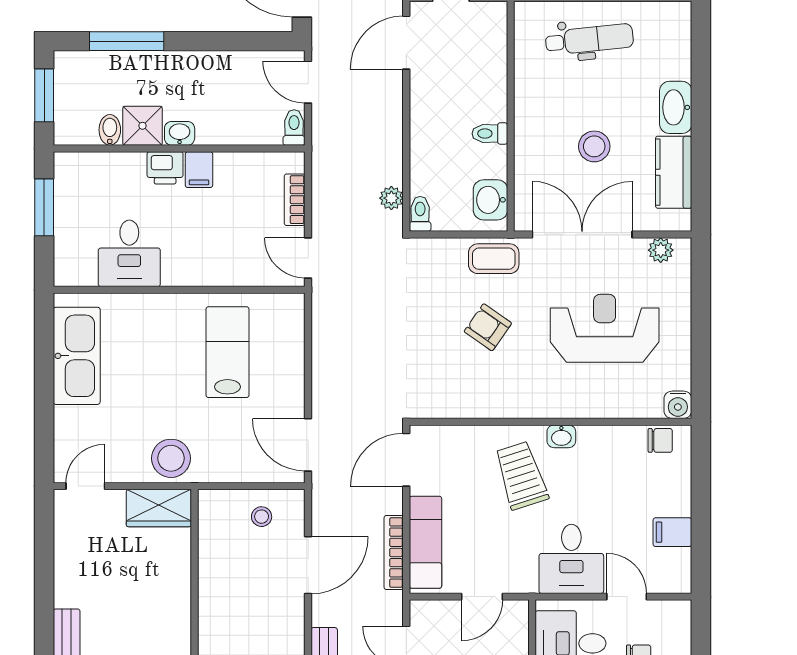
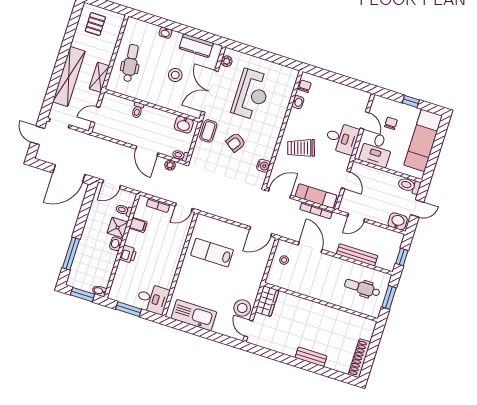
door: (406, 43) -> (147, 151), moved
washbasin: (676, 107) -> (165, 33), width x0.52, depth x0.69
shower: (143, 126) -> (118, 228), moved
toilet: (294, 128) -> (124, 210), moved
bidet: (110, 130) -> (99, 291), moved
toilet: (490, 134) -> (137, 110), moved
filing cabinet: (199, 170) -> (138, 225), moved
desk: (129, 253) -> (153, 299), moved
reception desk: (605, 328) -> (251, 94), turned 180
water cooler: (678, 405) -> (263, 166), moved
washbasin: (561, 436) -> (298, 102), moved
stool: (171, 458) -> (242, 308), moved
door: (406, 460) -> (280, 193), swing flipped
filing cabinet: (672, 532) -> (344, 93), removed
door: (627, 597) -> (365, 120), swing flipped

